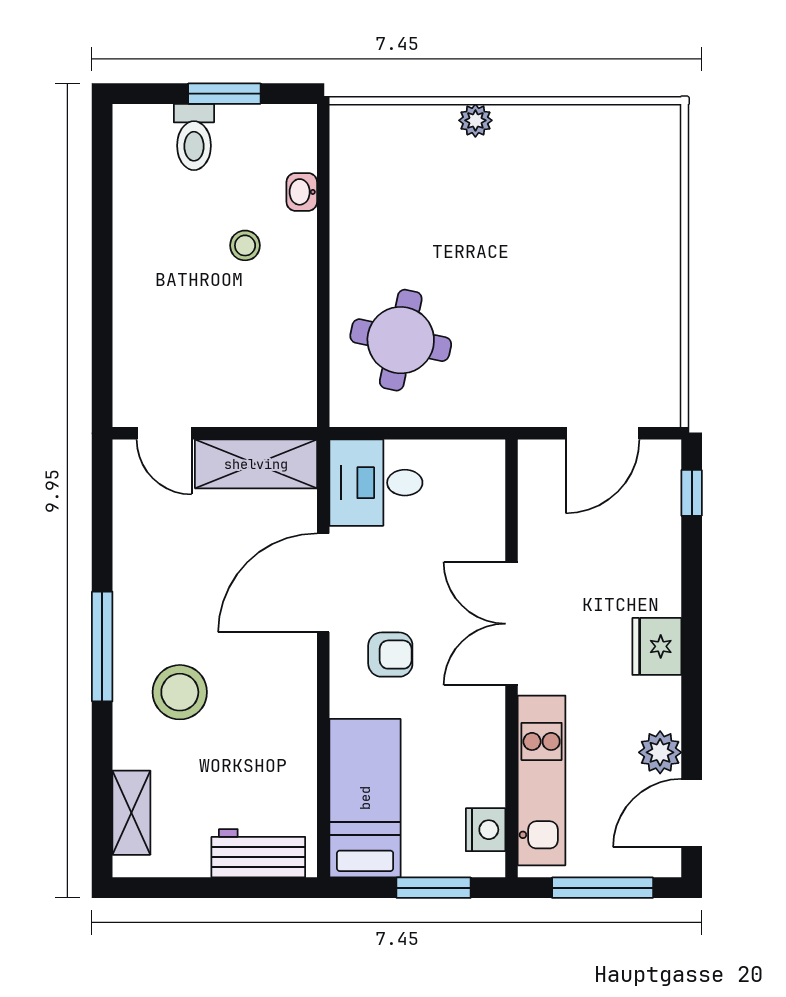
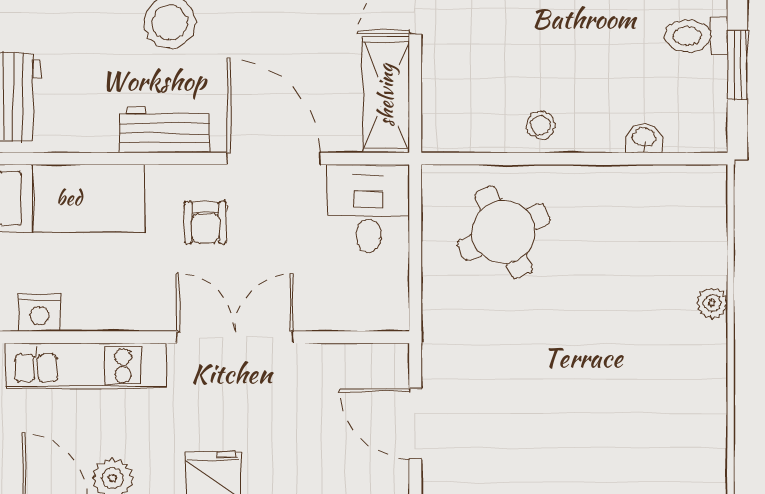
stool: (245, 245) -> (541, 125), moved
round table: (401, 340) -> (504, 232), turned -37
workbench: (293, 698) -> (164, 130), added

